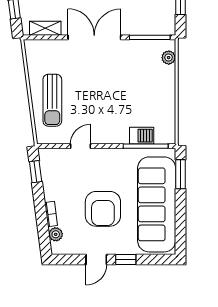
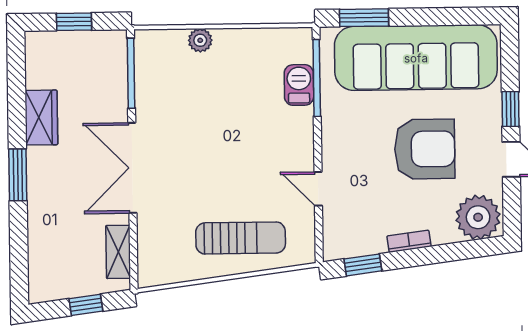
plant: (169, 58) -> (200, 40), moved
bookcase: (51, 214) -> (409, 241), moved
plant: (56, 234) -> (478, 217), width x1.87, depth x1.87

